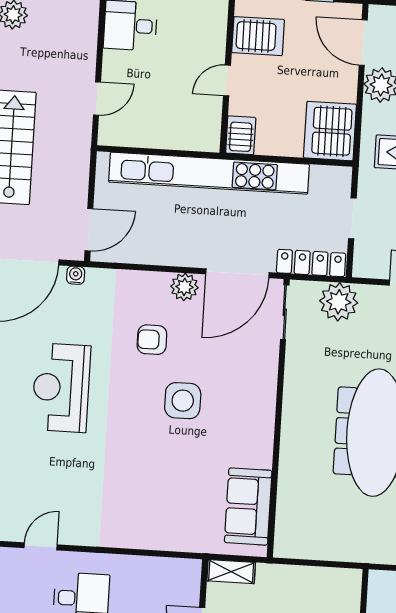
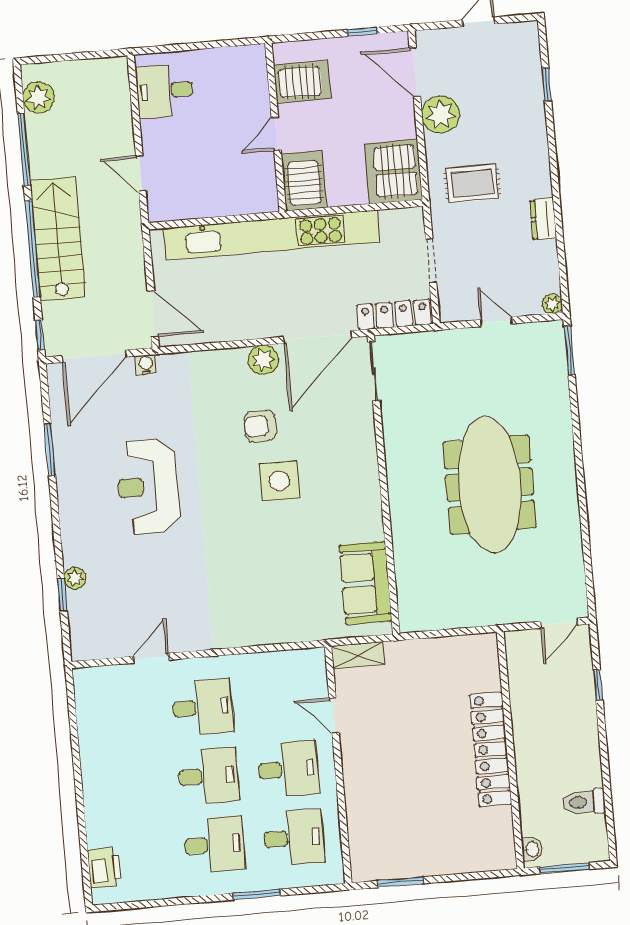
door: (97, 99) -> (141, 173), swing flipped
server rack: (241, 135) -> (304, 181), width x1.36, depth x1.44
door: (89, 230) -> (153, 314), hinge flipped
plant: (339, 302) -> (430, 351), removed
armchair: (152, 340) -> (260, 426), moved

